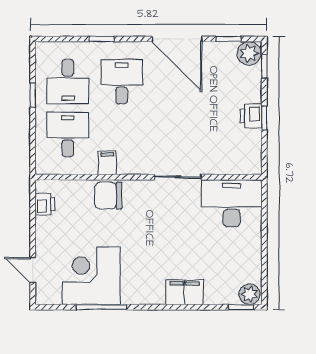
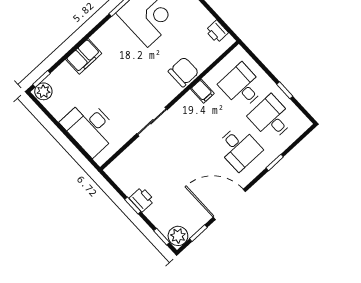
desk: (68, 134) -> (242, 86), turned 180
desk: (232, 203) -> (90, 127), moved, turned 90

